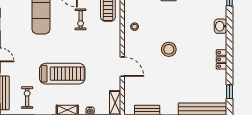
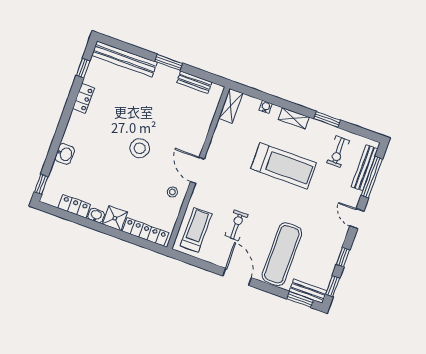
locker: (221, 59) -> (83, 98), moved
door: (122, 67) -> (197, 170), moved
treadmill: (62, 74) -> (284, 166), turned 180

